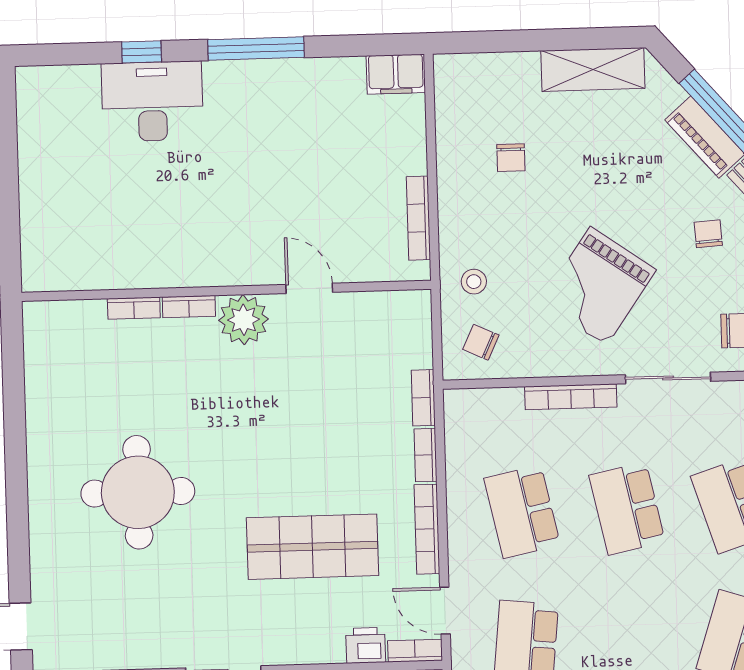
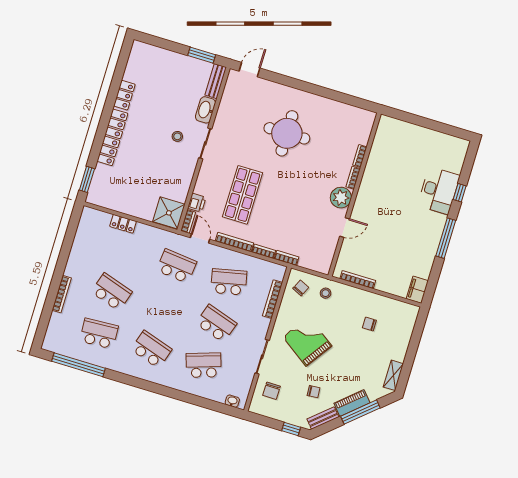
shelving: (593, 69) -> (393, 375), width x0.67, depth x0.75
bookcase: (571, 397) -> (273, 299), moved
school desk: (627, 508) -> (216, 324), turned 30
door: (445, 611) -> (200, 239), hinge flipped

